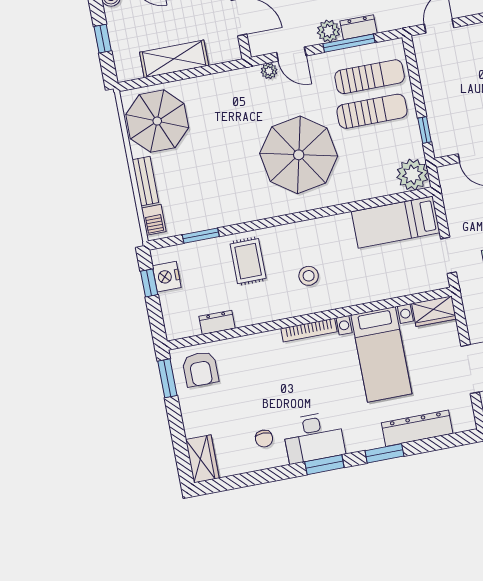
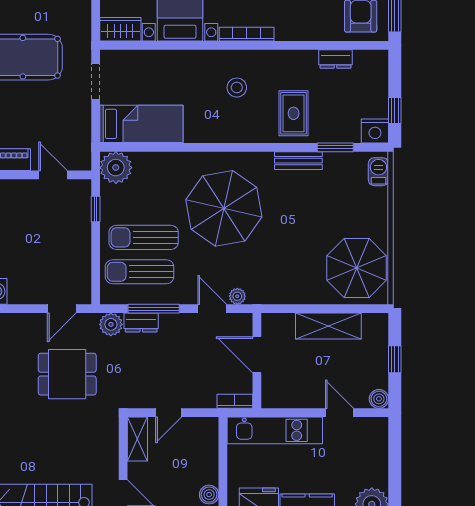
plant: (328, 31) -> (111, 324), moved
bench: (145, 181) -> (298, 161), moved, turned 90
nightstand: (167, 277) -> (375, 131), moved, turned 90

